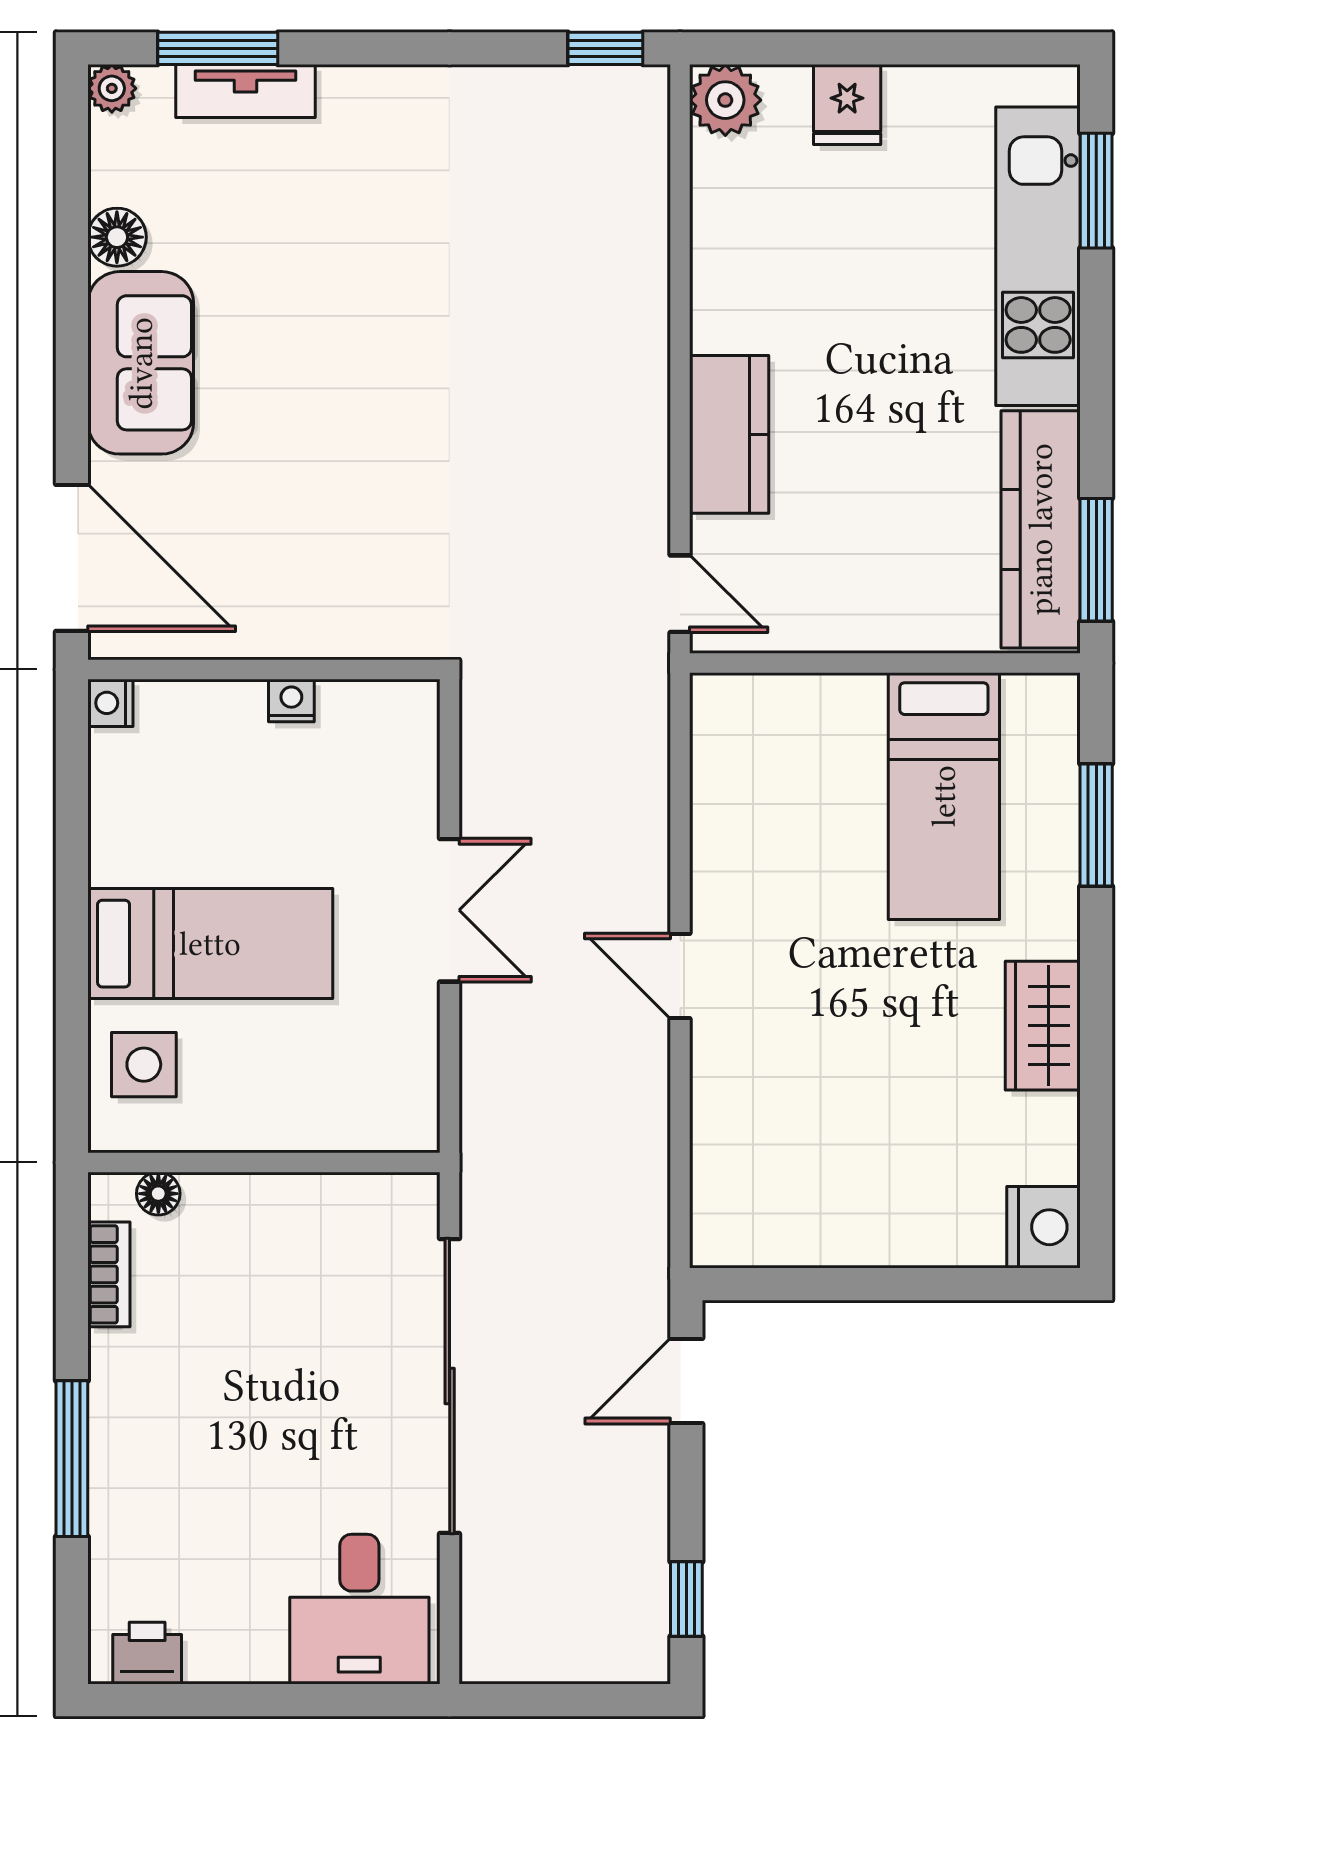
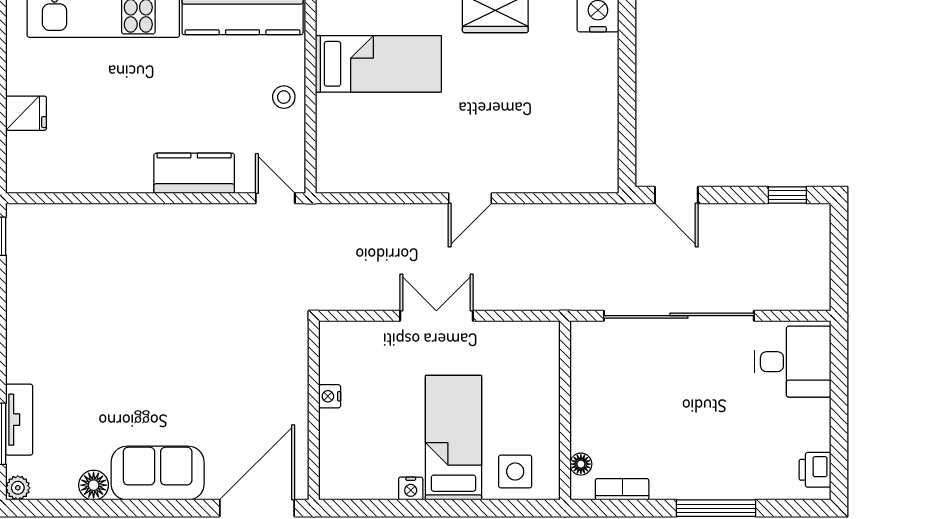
plant: (725, 100) -> (24, 175), removed
door: (680, 594) -> (275, 198), hinge flipped
stool: (879, 610) -> (284, 97), added
nightstand: (110, 703) -> (411, 489), moved

